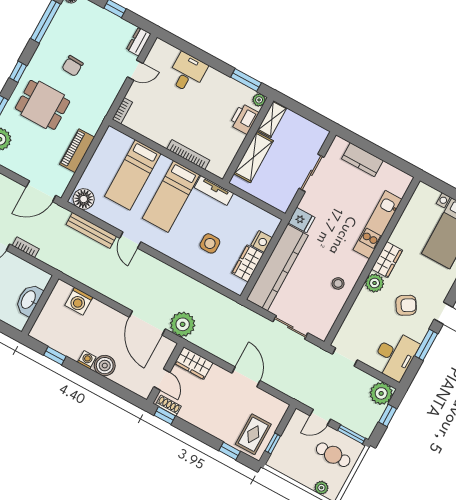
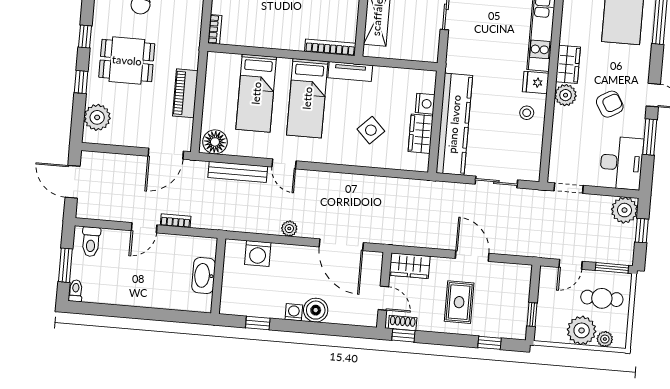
bookcase: (188, 155) -> (330, 47), moved
fridge: (301, 220) -> (536, 82), moved, turned 180
side table: (210, 243) -> (371, 130), turned 45
plant: (183, 324) -> (289, 229), moved, width x0.53, depth x0.53
rug: (253, 434) -> (459, 302), moved
plant: (306, 473) -> (582, 330), added

